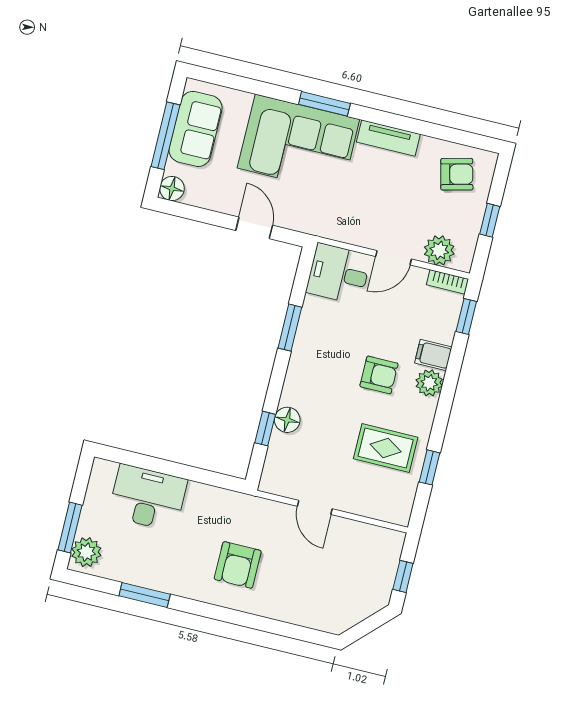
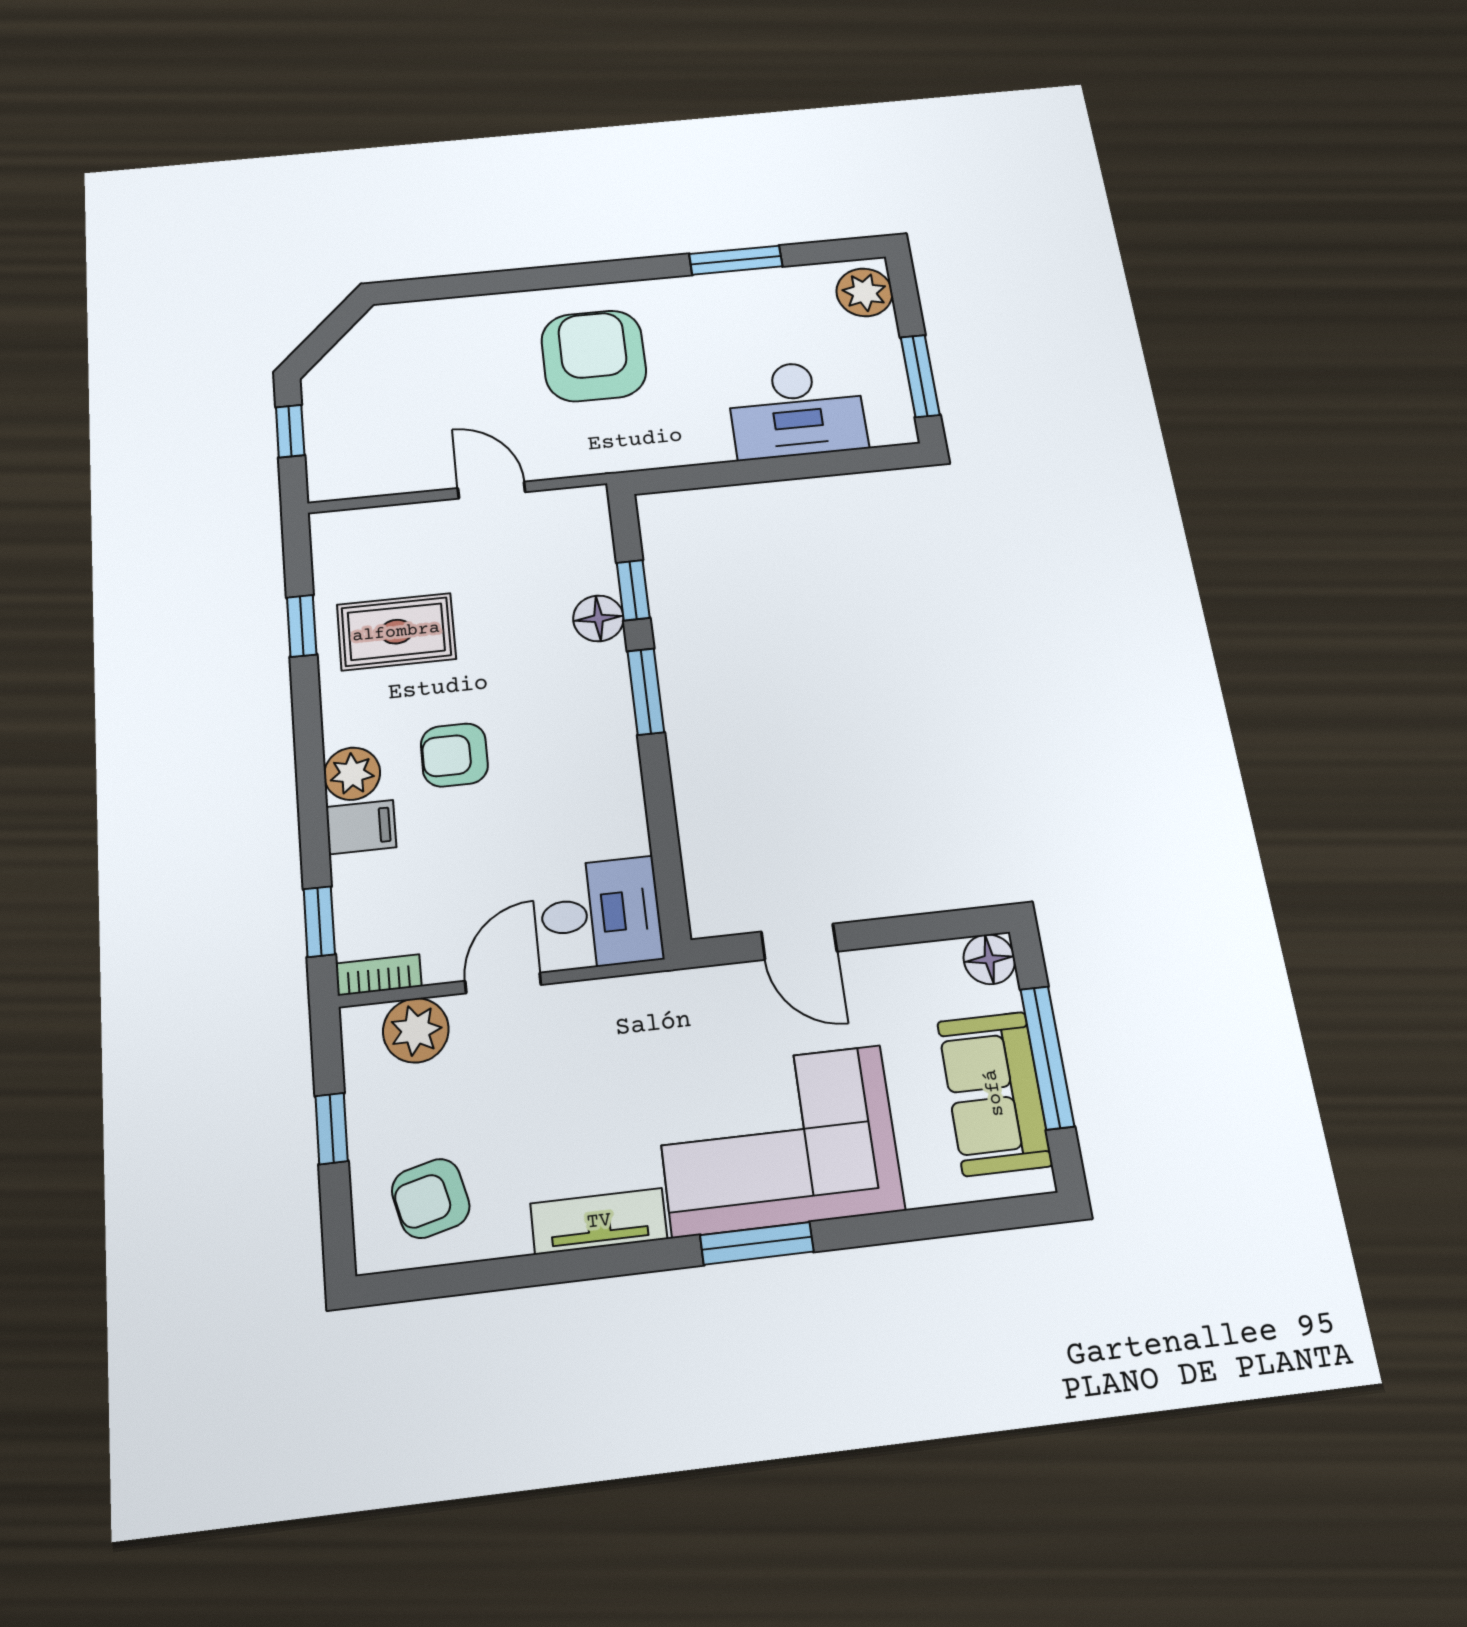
window: (290, 328) -> (646, 692), moved
window: (70, 527) -> (920, 376), moved
armchair: (238, 565) -> (594, 356), width x1.36, depth x1.36

